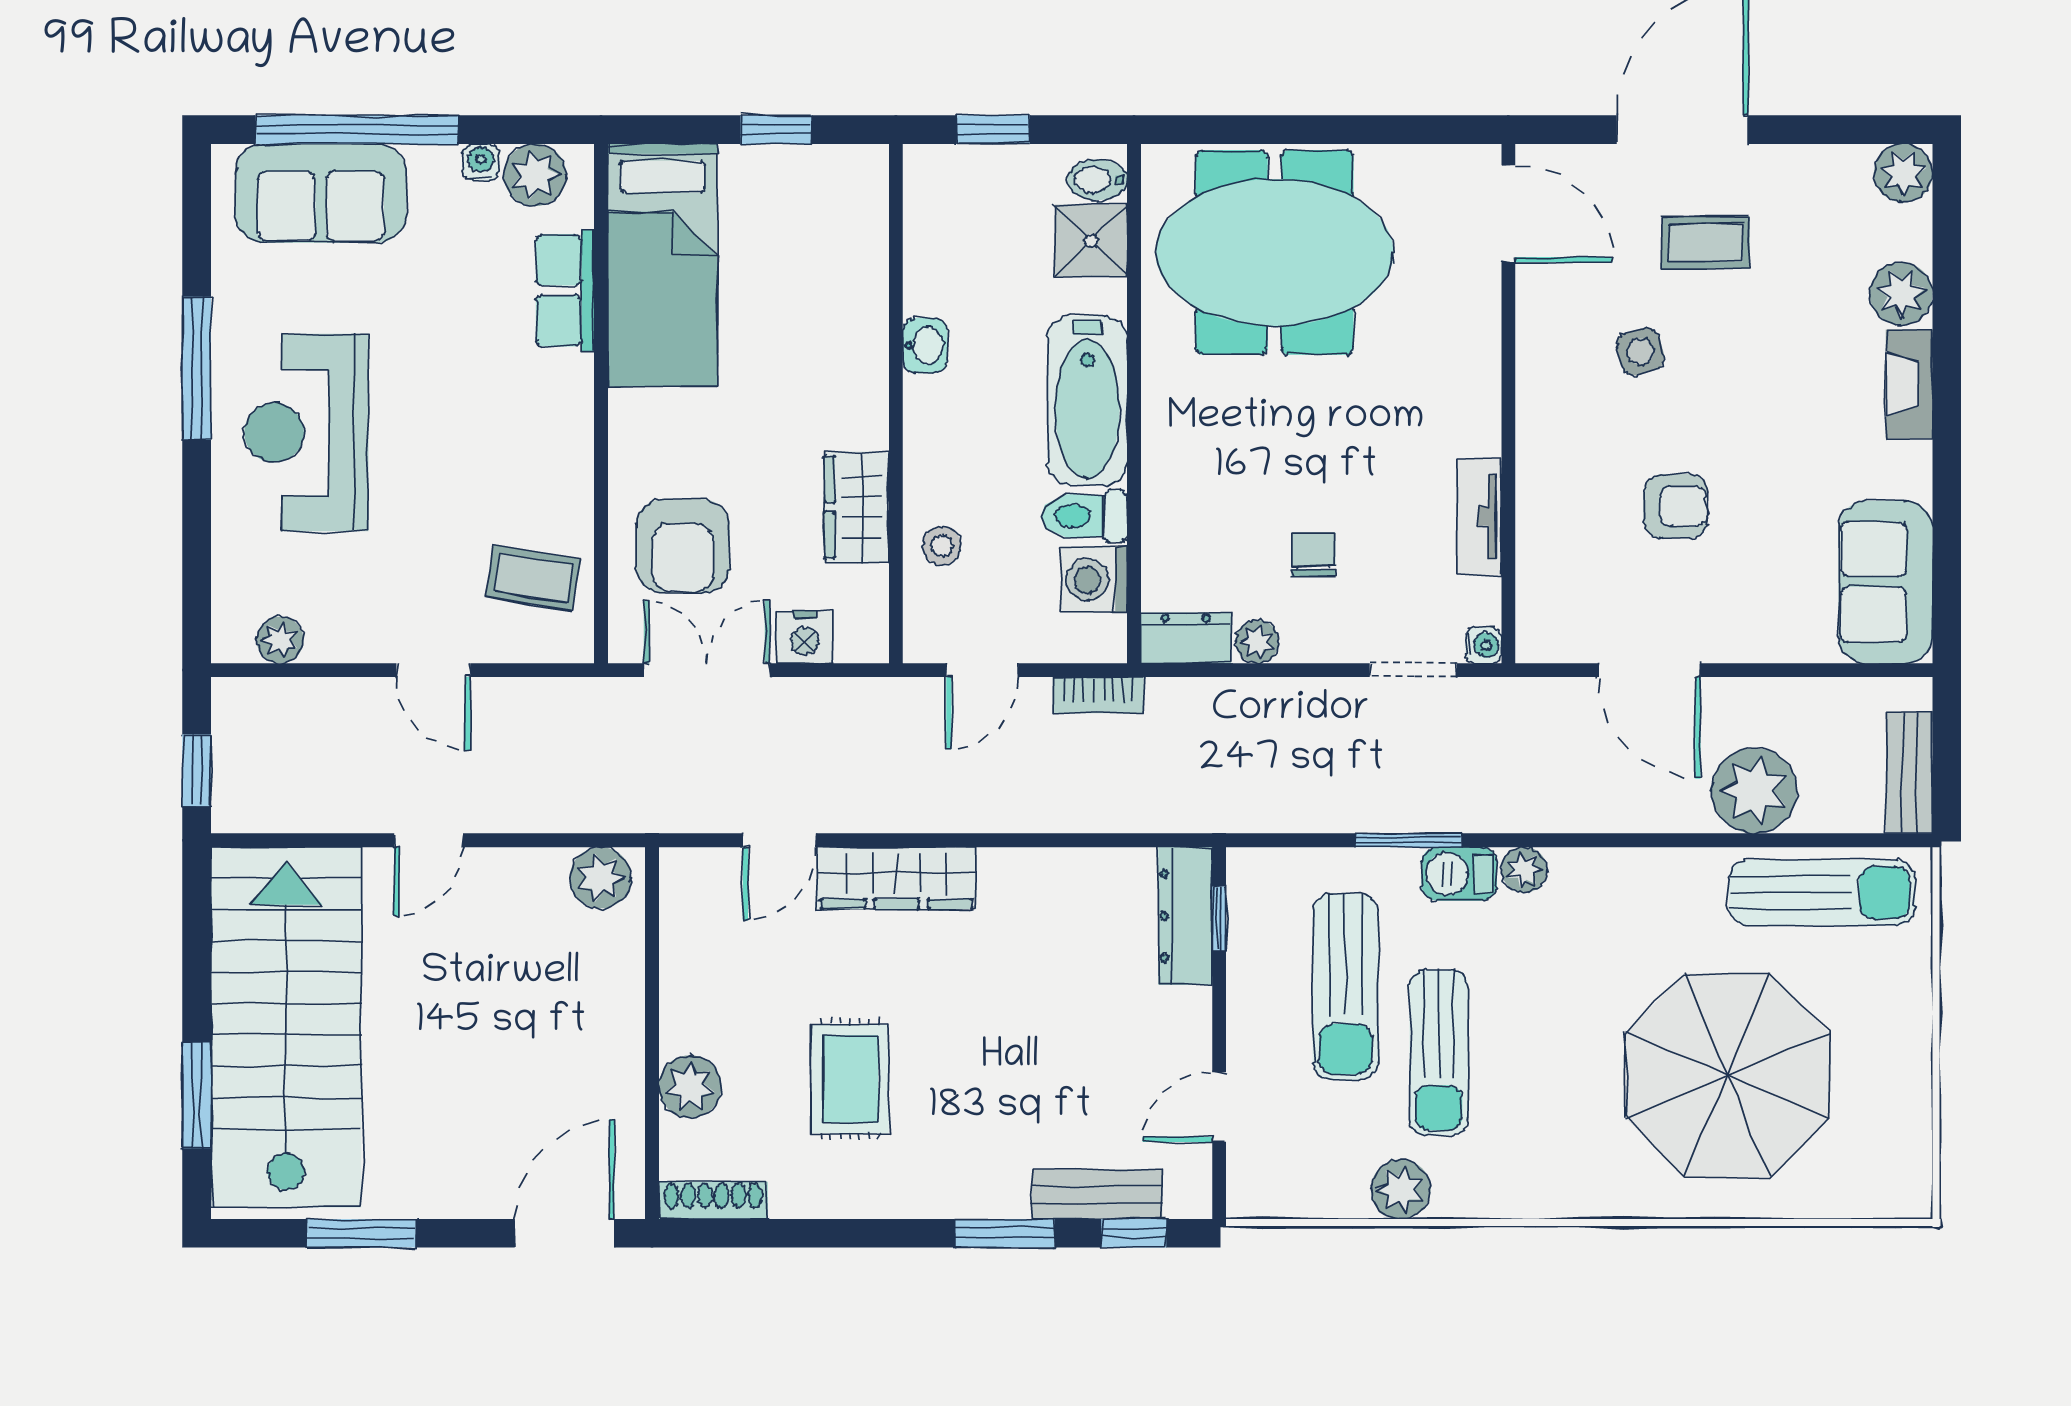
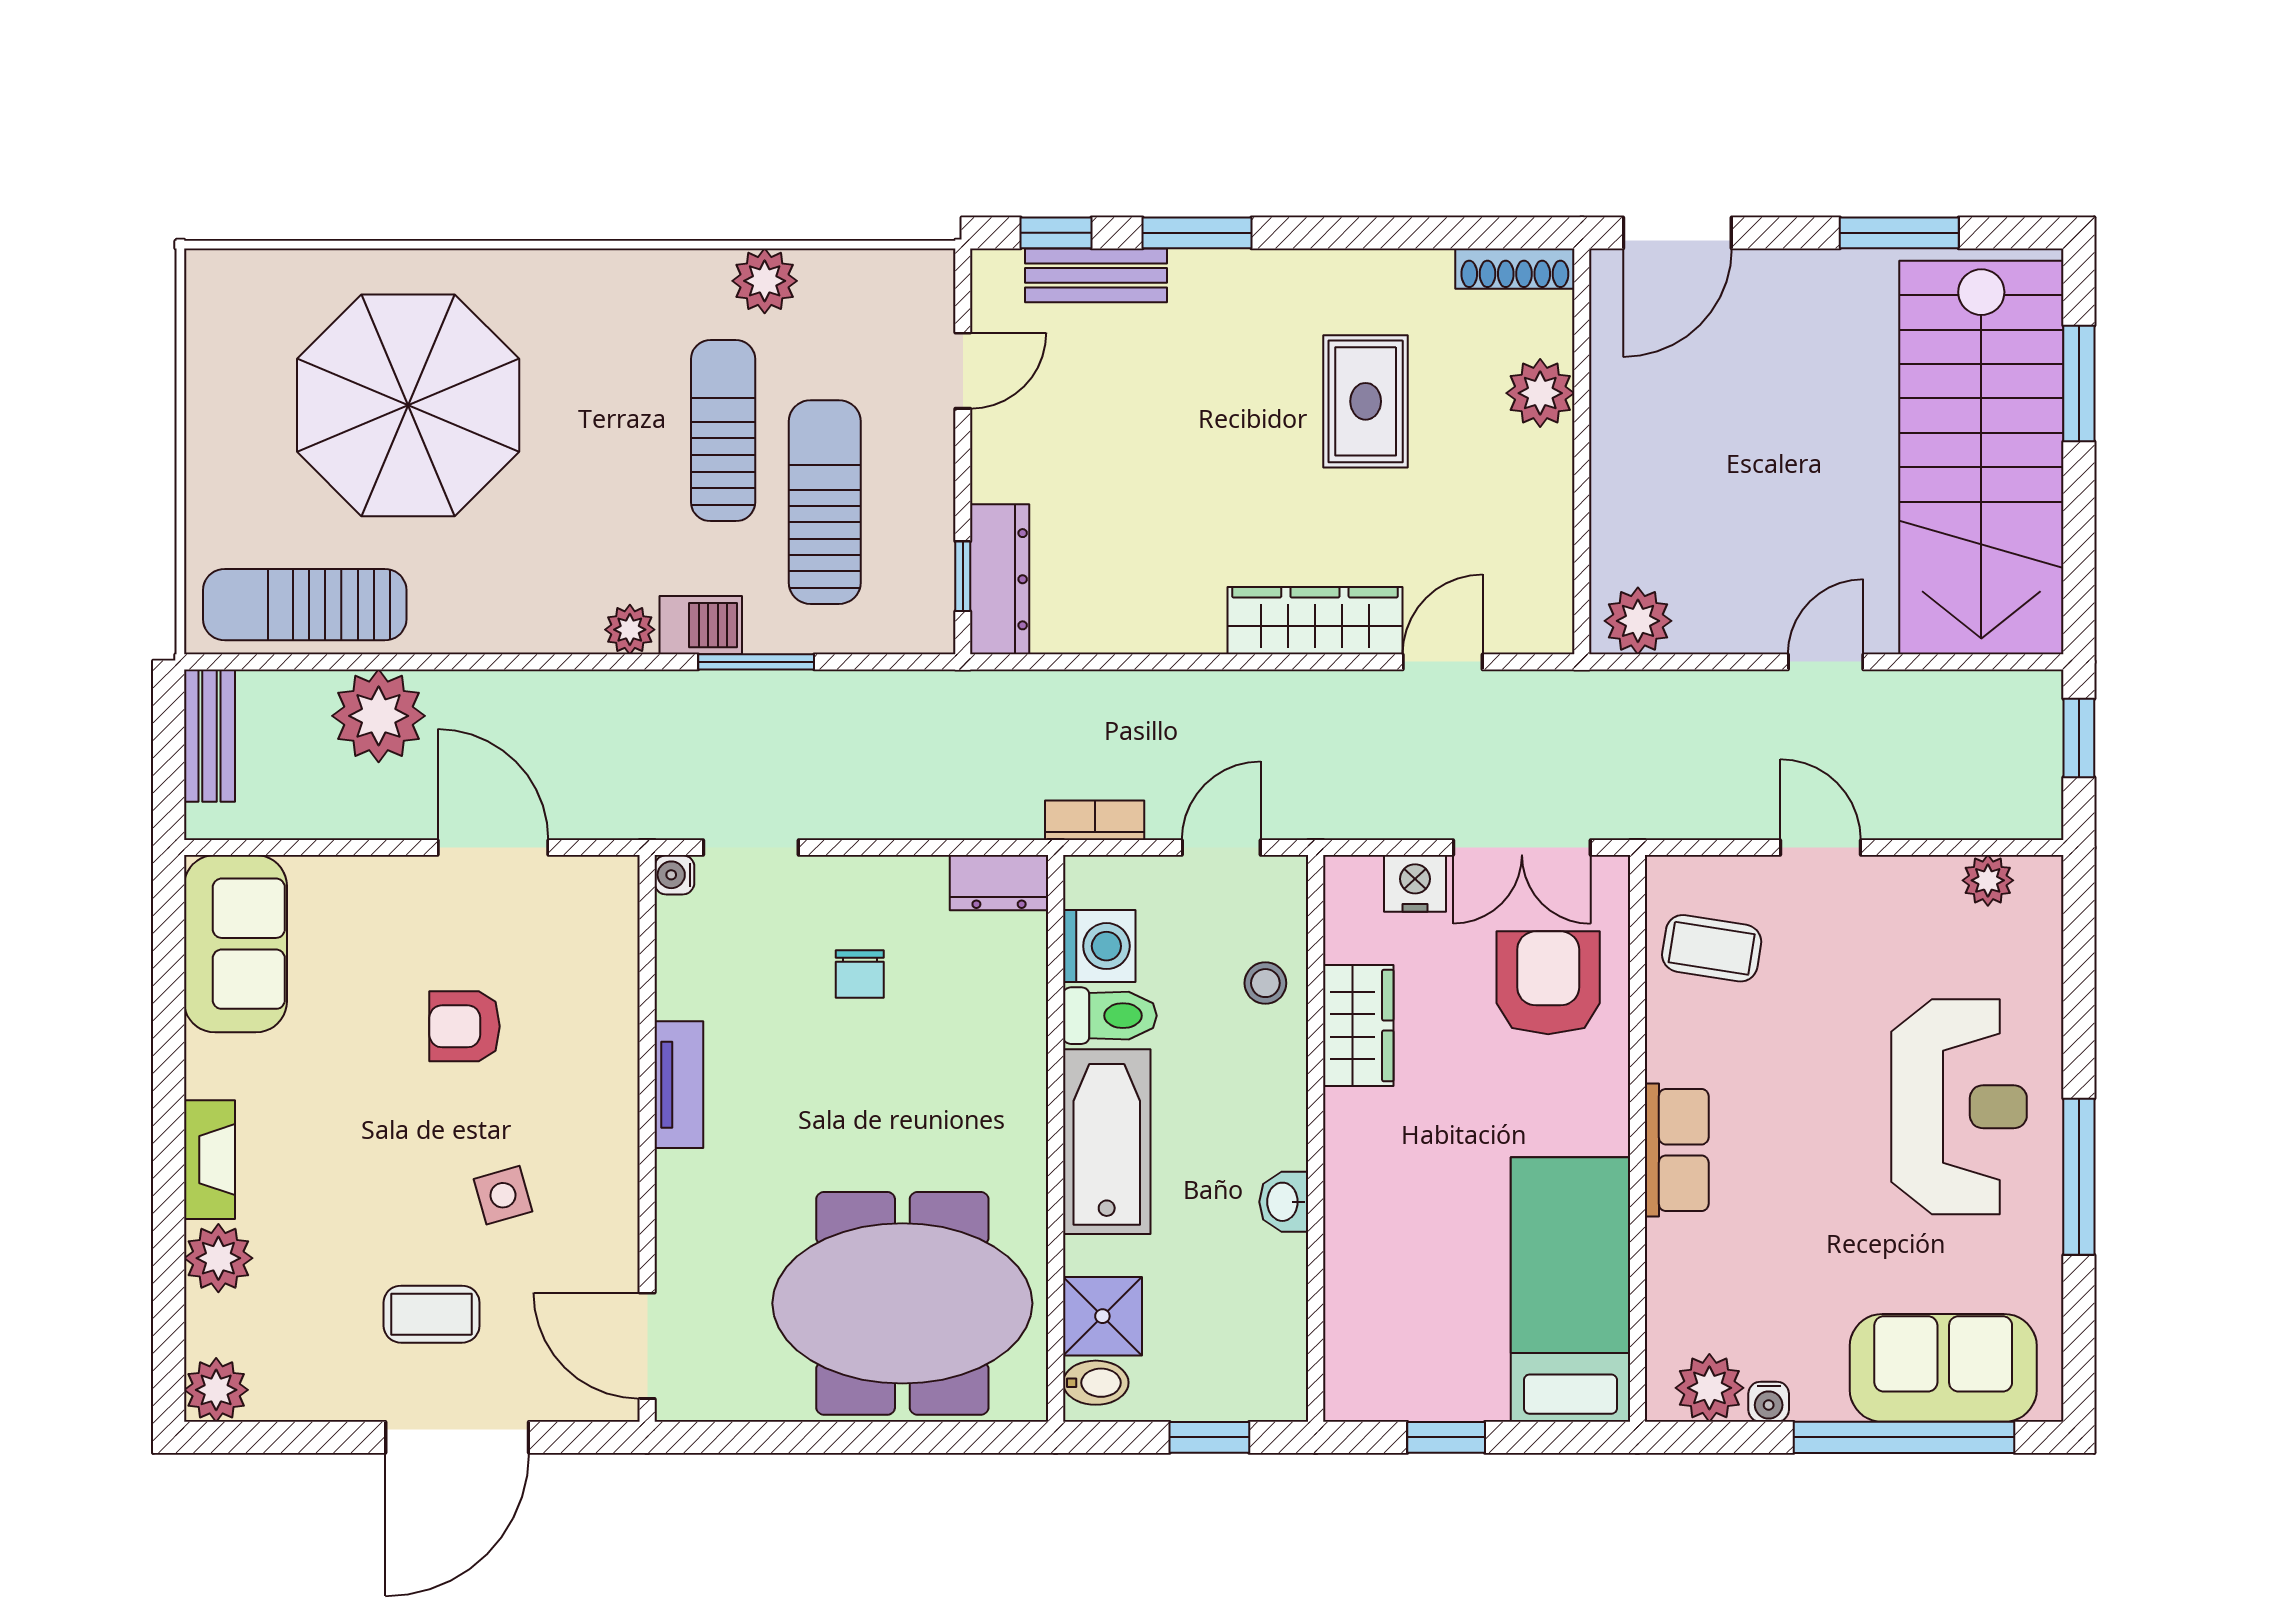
row of seats: (565, 290) -> (1677, 1150), moved
tv unit: (1479, 516) -> (679, 1085), moved
plant: (1257, 642) -> (921, 879), removed

